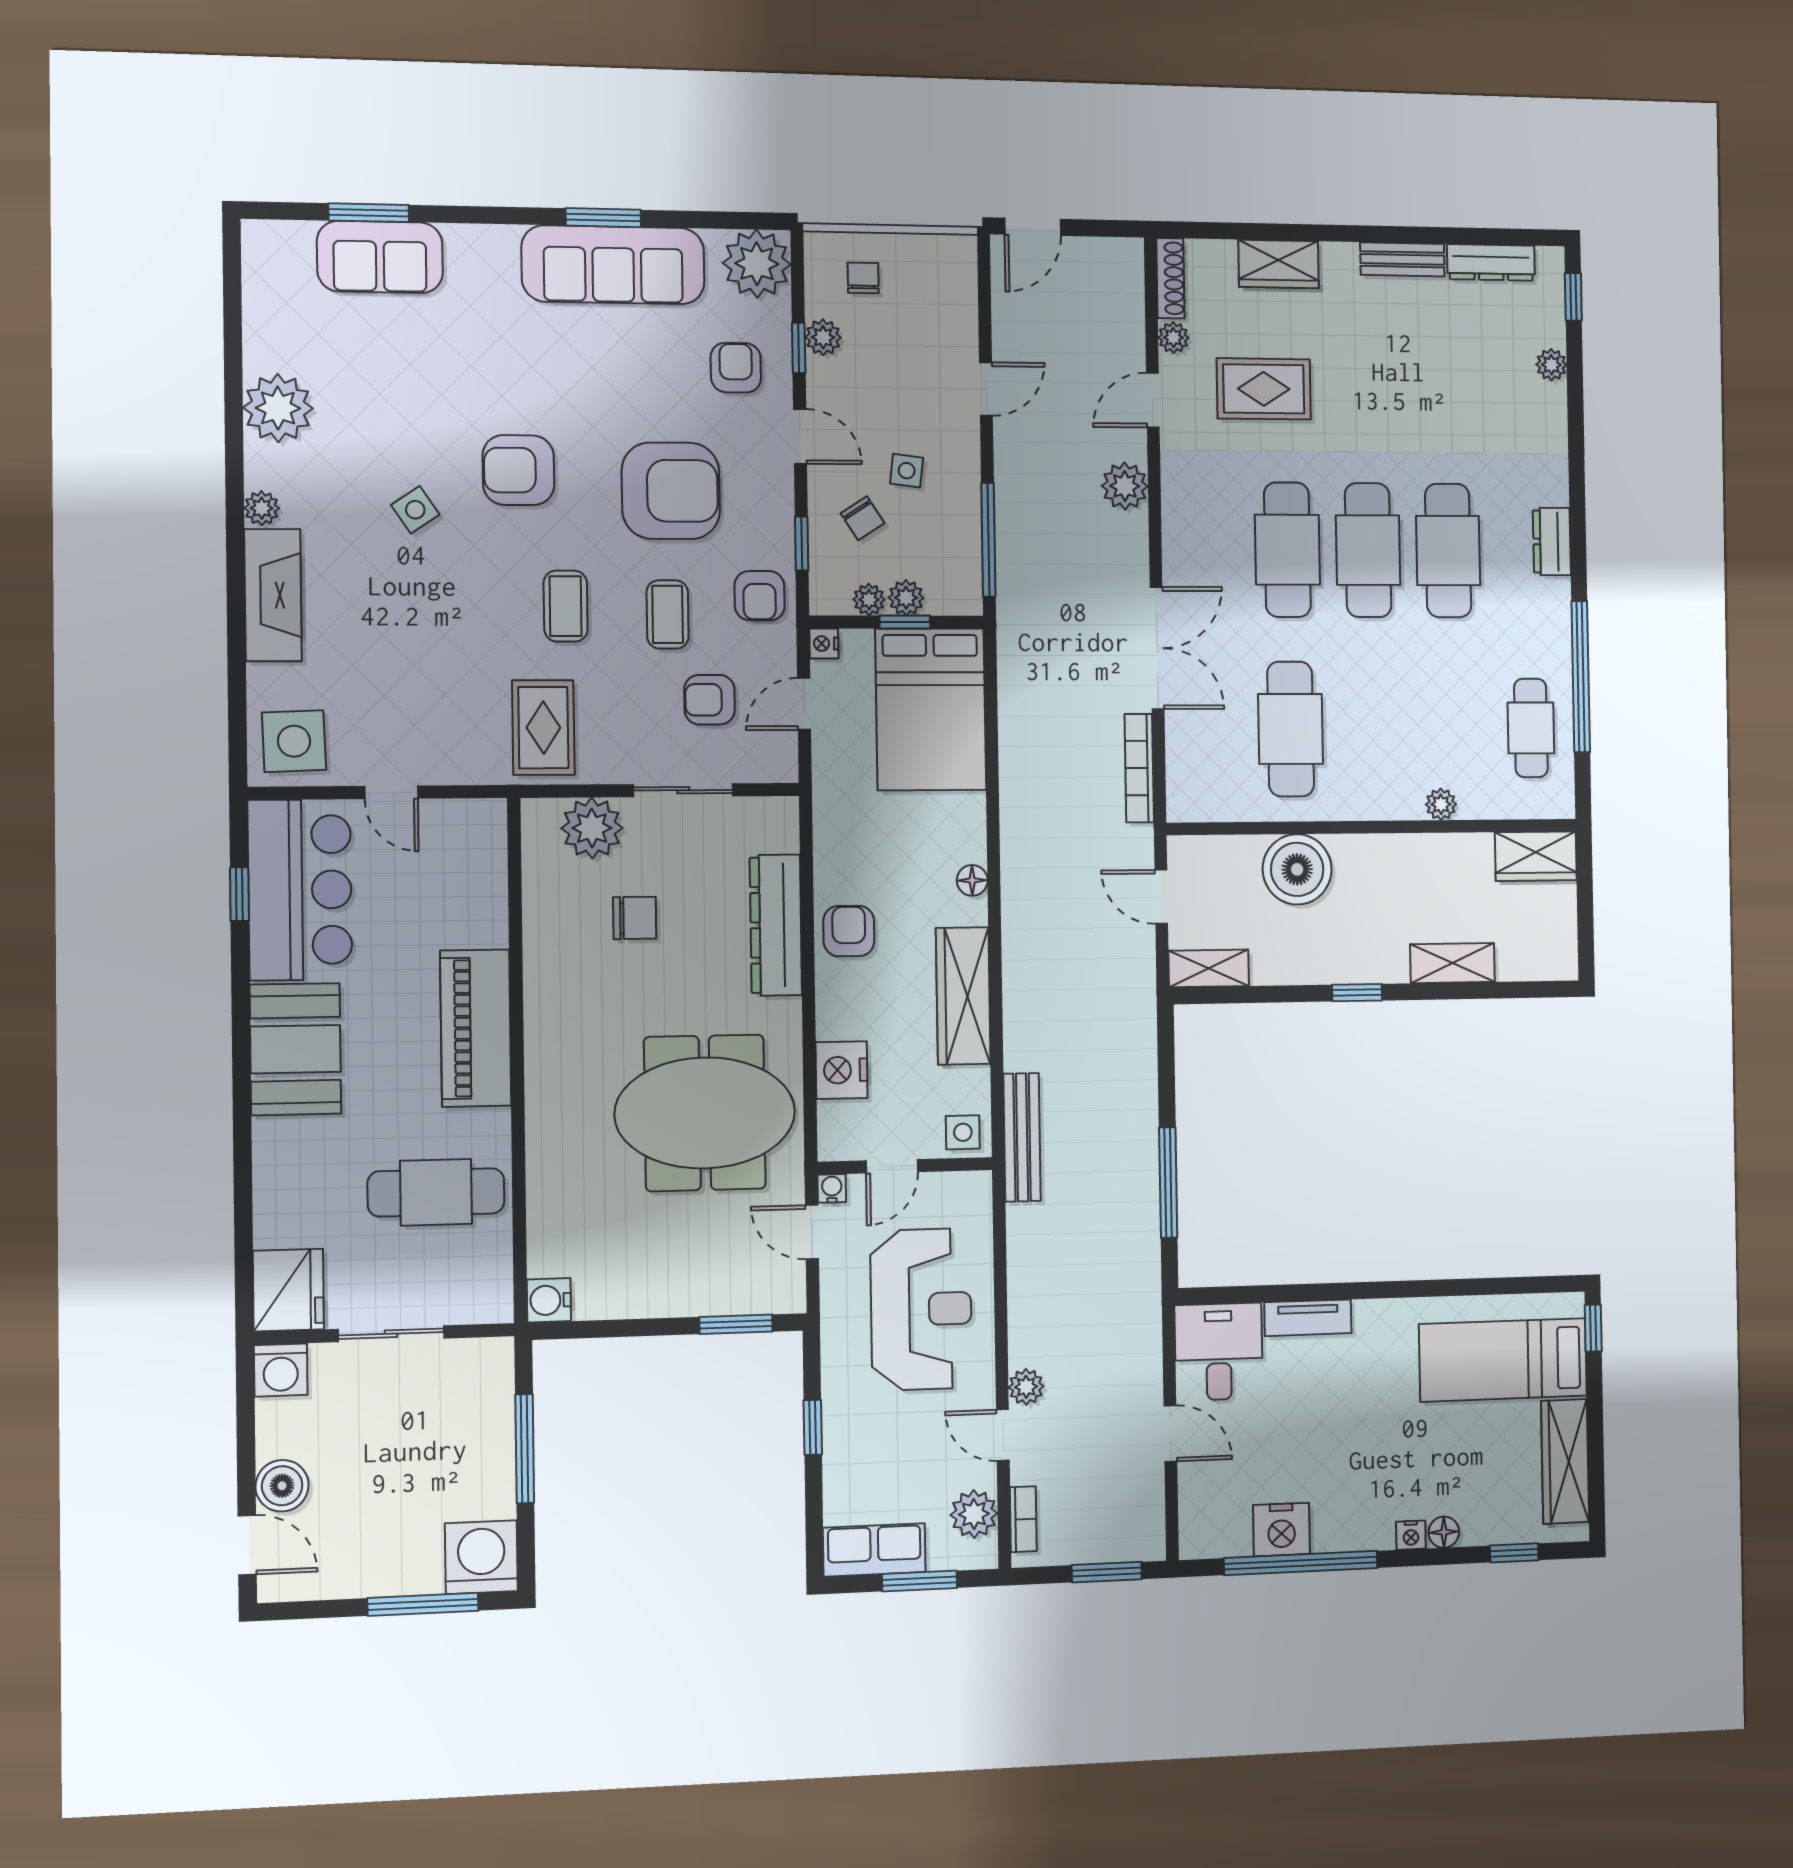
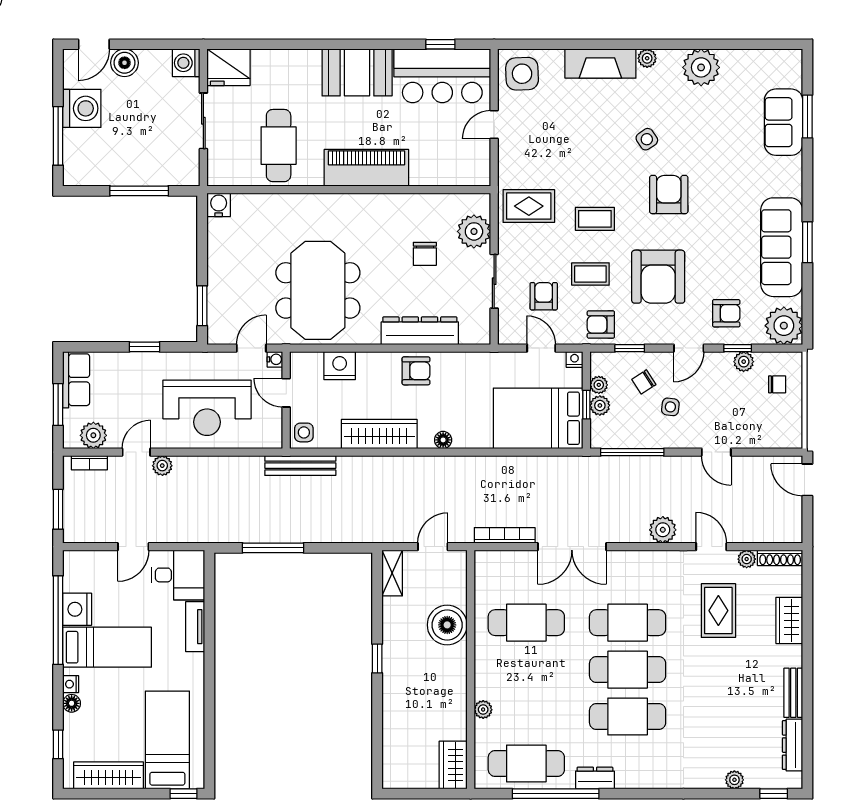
dresser: (1552, 542) -> (595, 778), moved
cafe table: (1531, 728) -> (526, 763), width x1.37, depth x1.35
shelving: (1452, 963) -> (393, 715), removed
bed: (1346, 1473) -> (107, 647), added
washing machine: (481, 1557) -> (82, 108), moved

